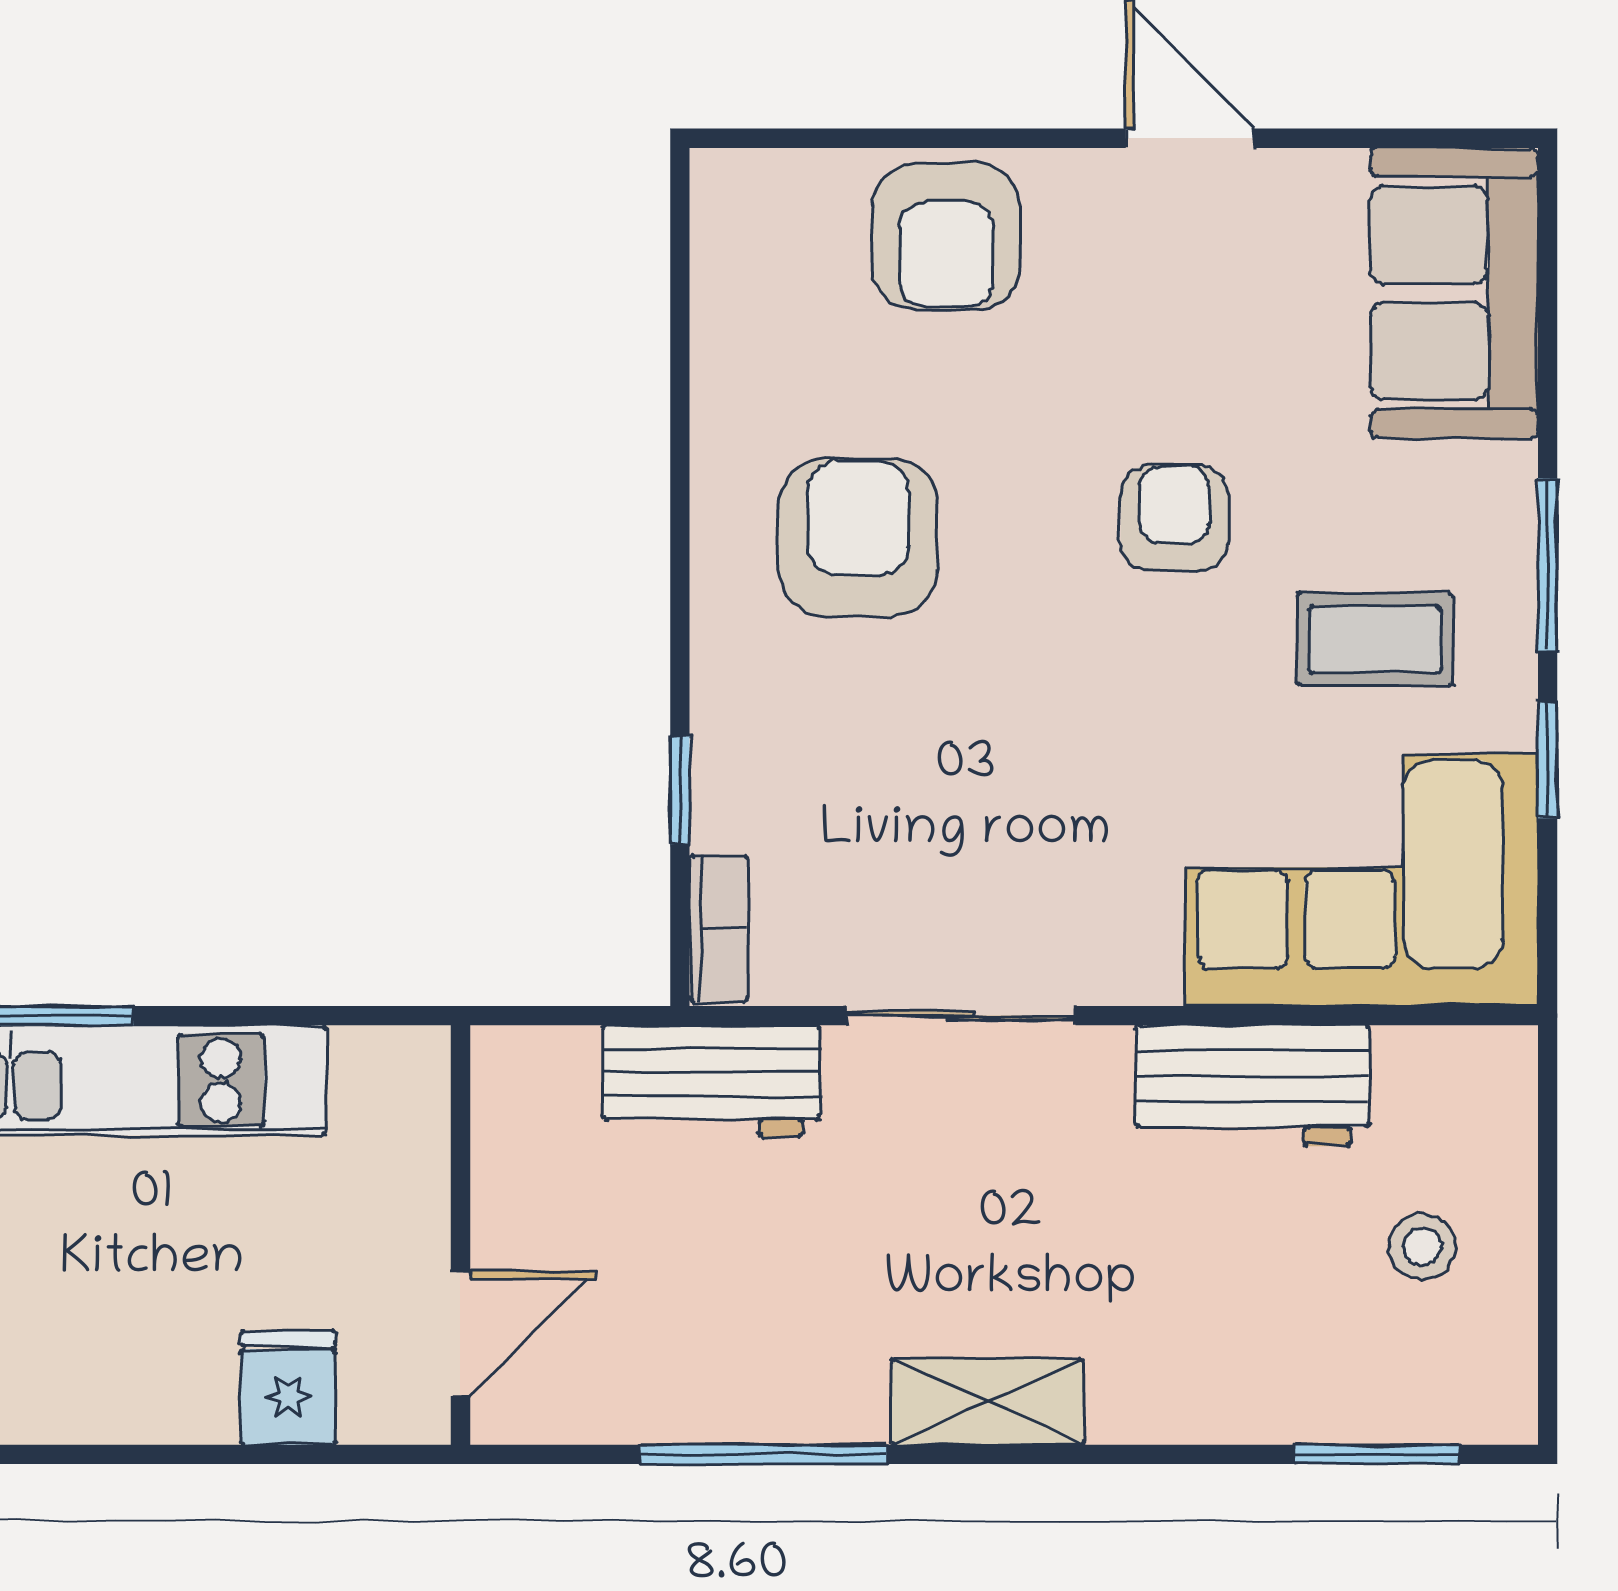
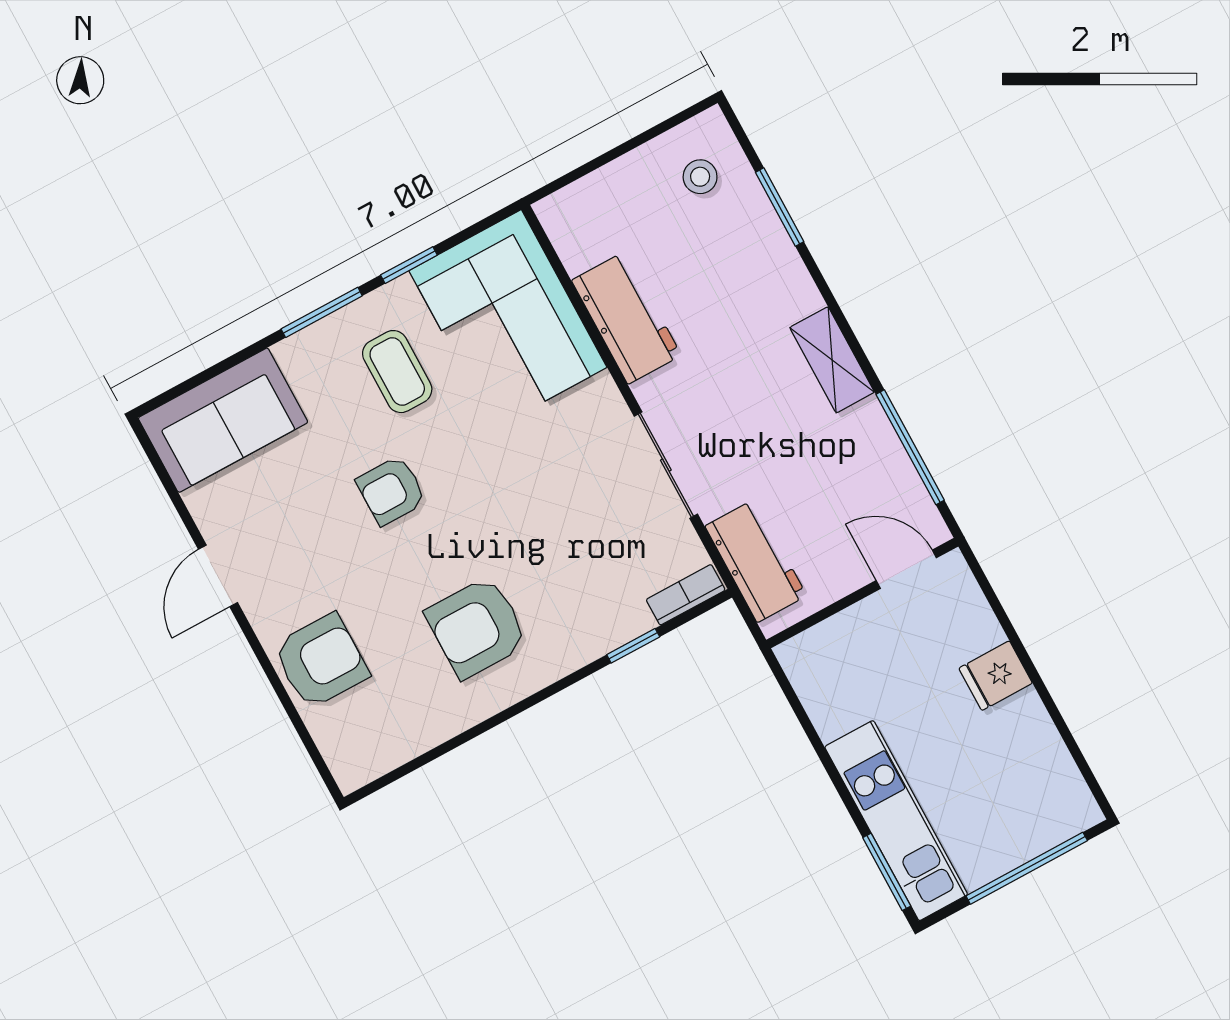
wall: (460, 1235) -> (862, 593), moved
stool: (1422, 1247) -> (700, 177), moved
door: (460, 1333) -> (906, 569), moved
window: (1377, 1454) -> (780, 207), moved

